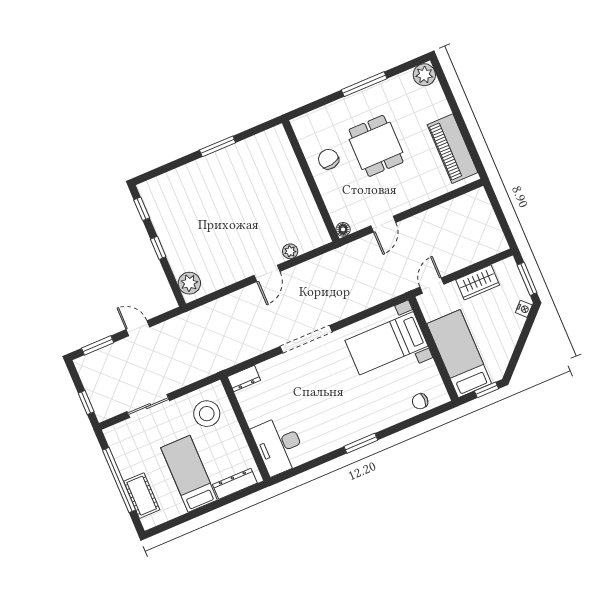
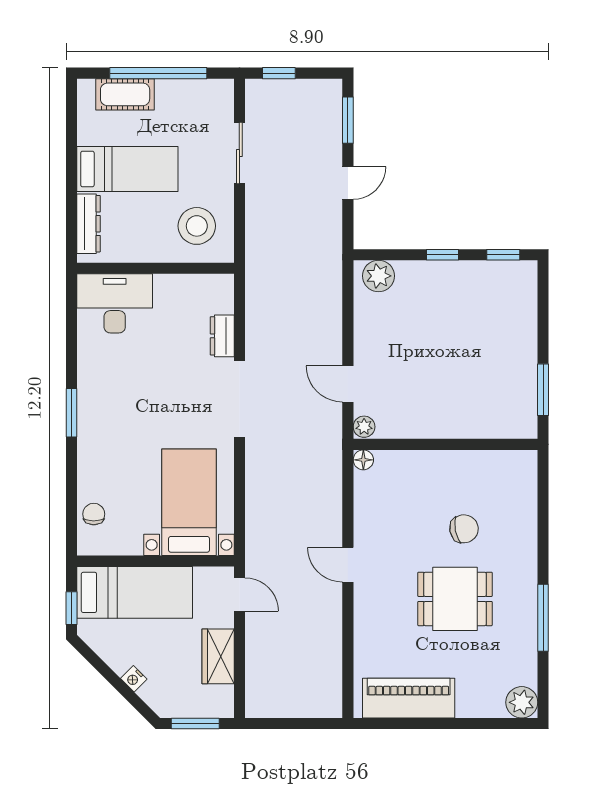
wall: (311, 181) -> (445, 444), moved
floor lamp: (343, 229) -> (363, 460), moved
nightstand: (524, 309) -> (134, 679), moved
dresser: (244, 378) -> (222, 336), moved

